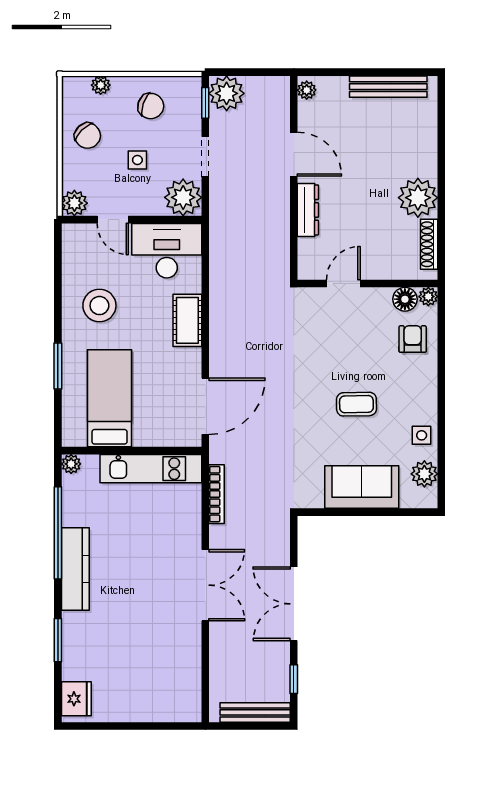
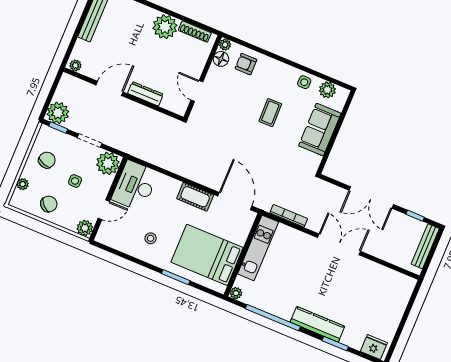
stool: (99, 306) -> (151, 238), width x0.53, depth x0.53
cot: (187, 320) -> (195, 197), moved
bed: (110, 398) -> (207, 255), width x1.50
kitchen counter: (75, 569) -> (317, 324), moved

